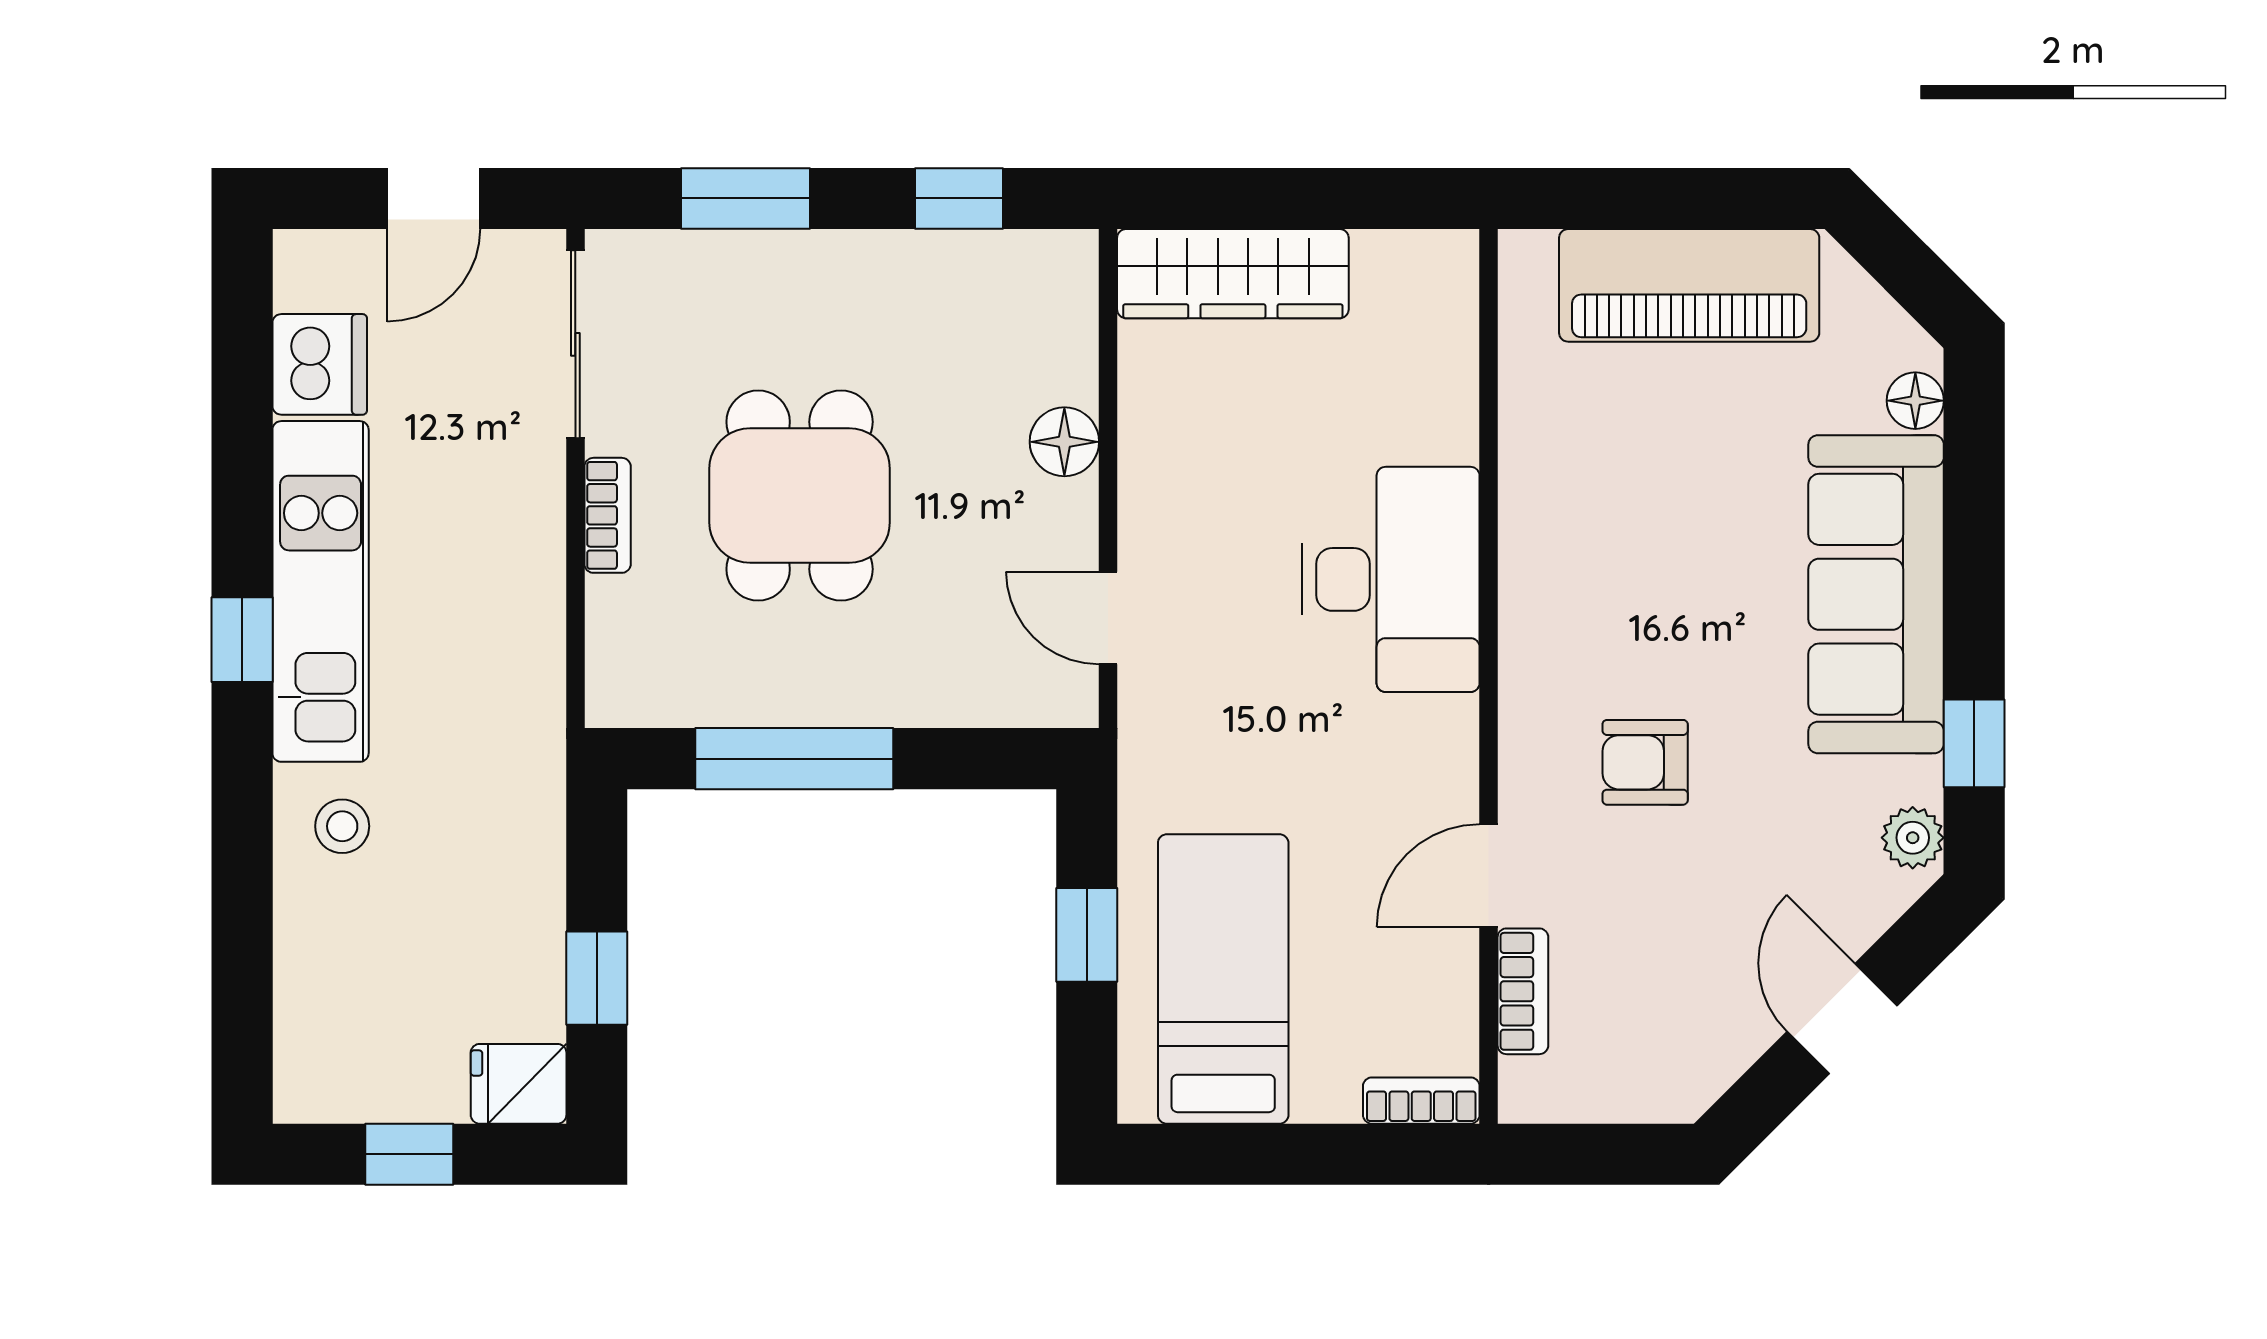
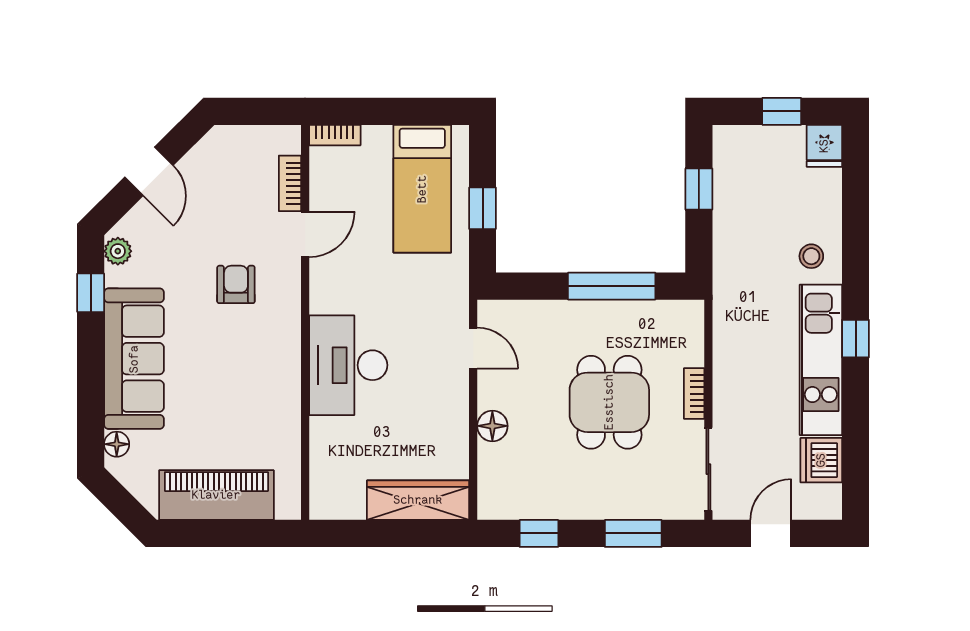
armchair: (1645, 762) -> (236, 284), turned -90
fridge: (519, 1084) -> (824, 146), moved, turned 90

